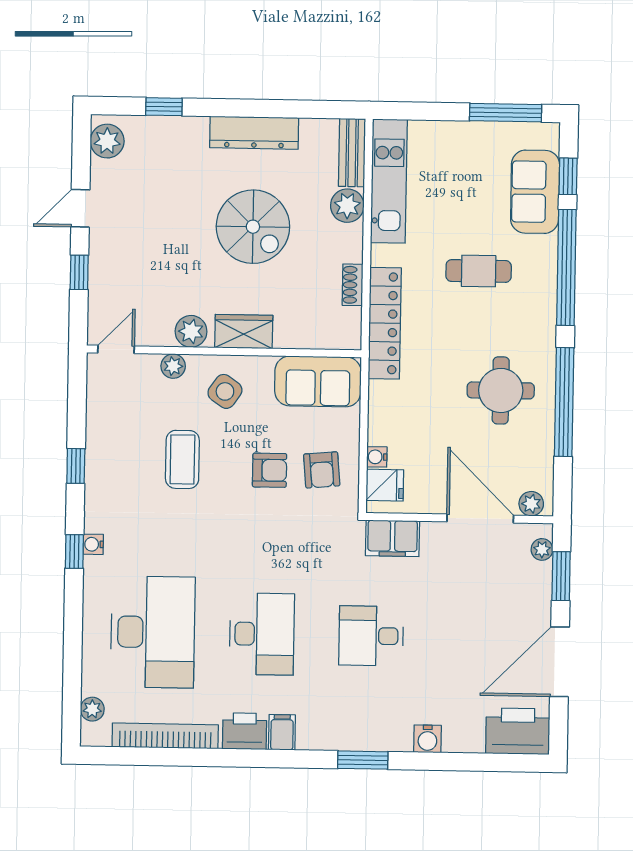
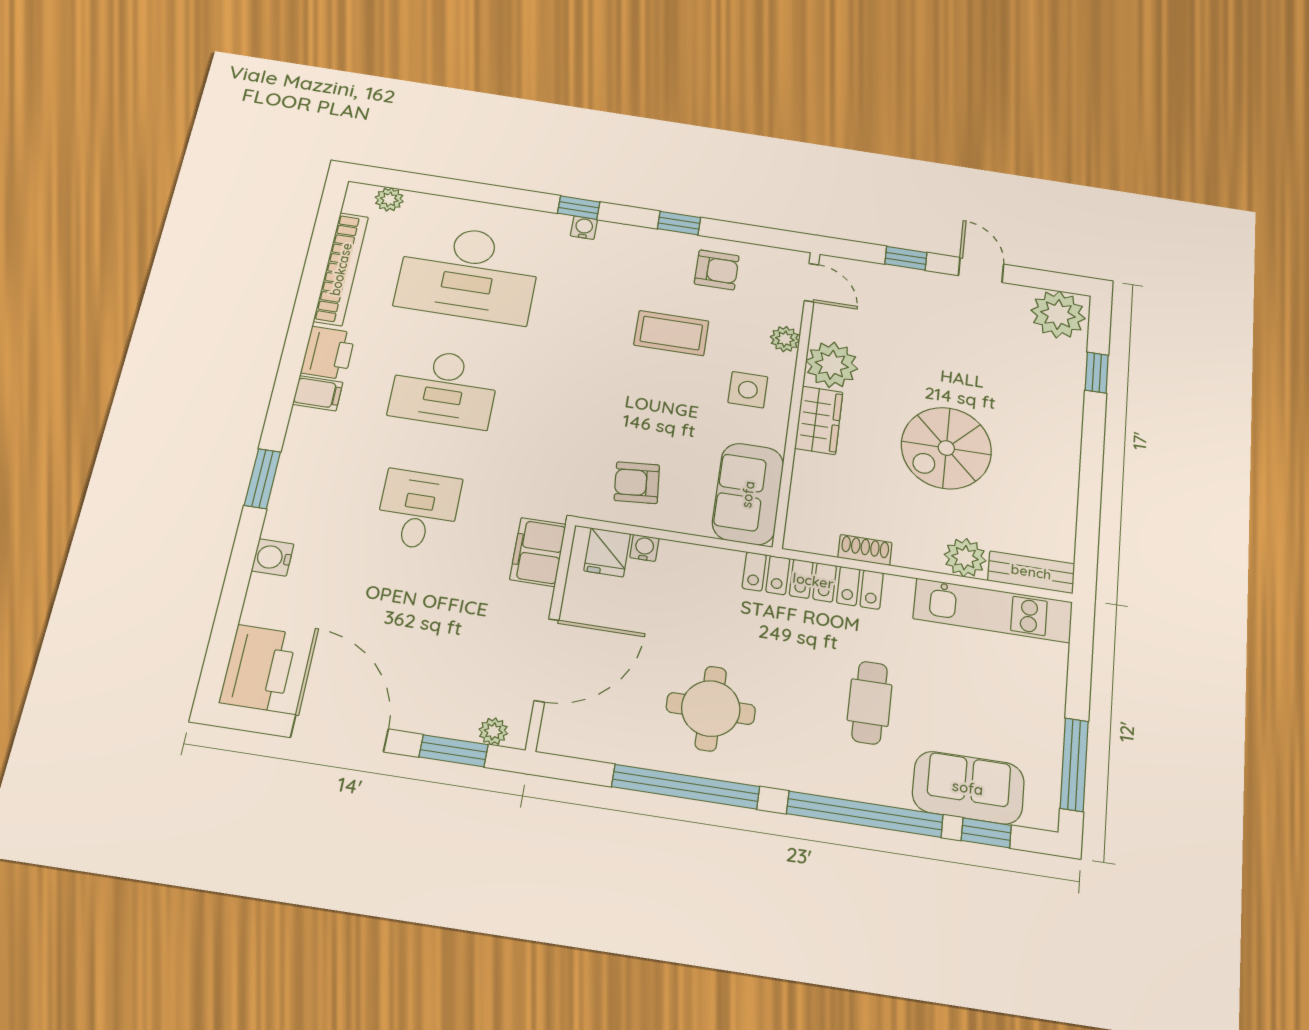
dresser: (254, 133) -> (1061, 465), removed
plant: (107, 141) -> (1058, 314), width x1.36, depth x1.36
plant: (191, 331) -> (832, 365), width x1.36, depth x1.36
side table: (225, 391) -> (748, 390), turned -35
armchair: (270, 470) -> (717, 270), moved, turned -90
plant: (531, 504) -> (556, 726), removed

